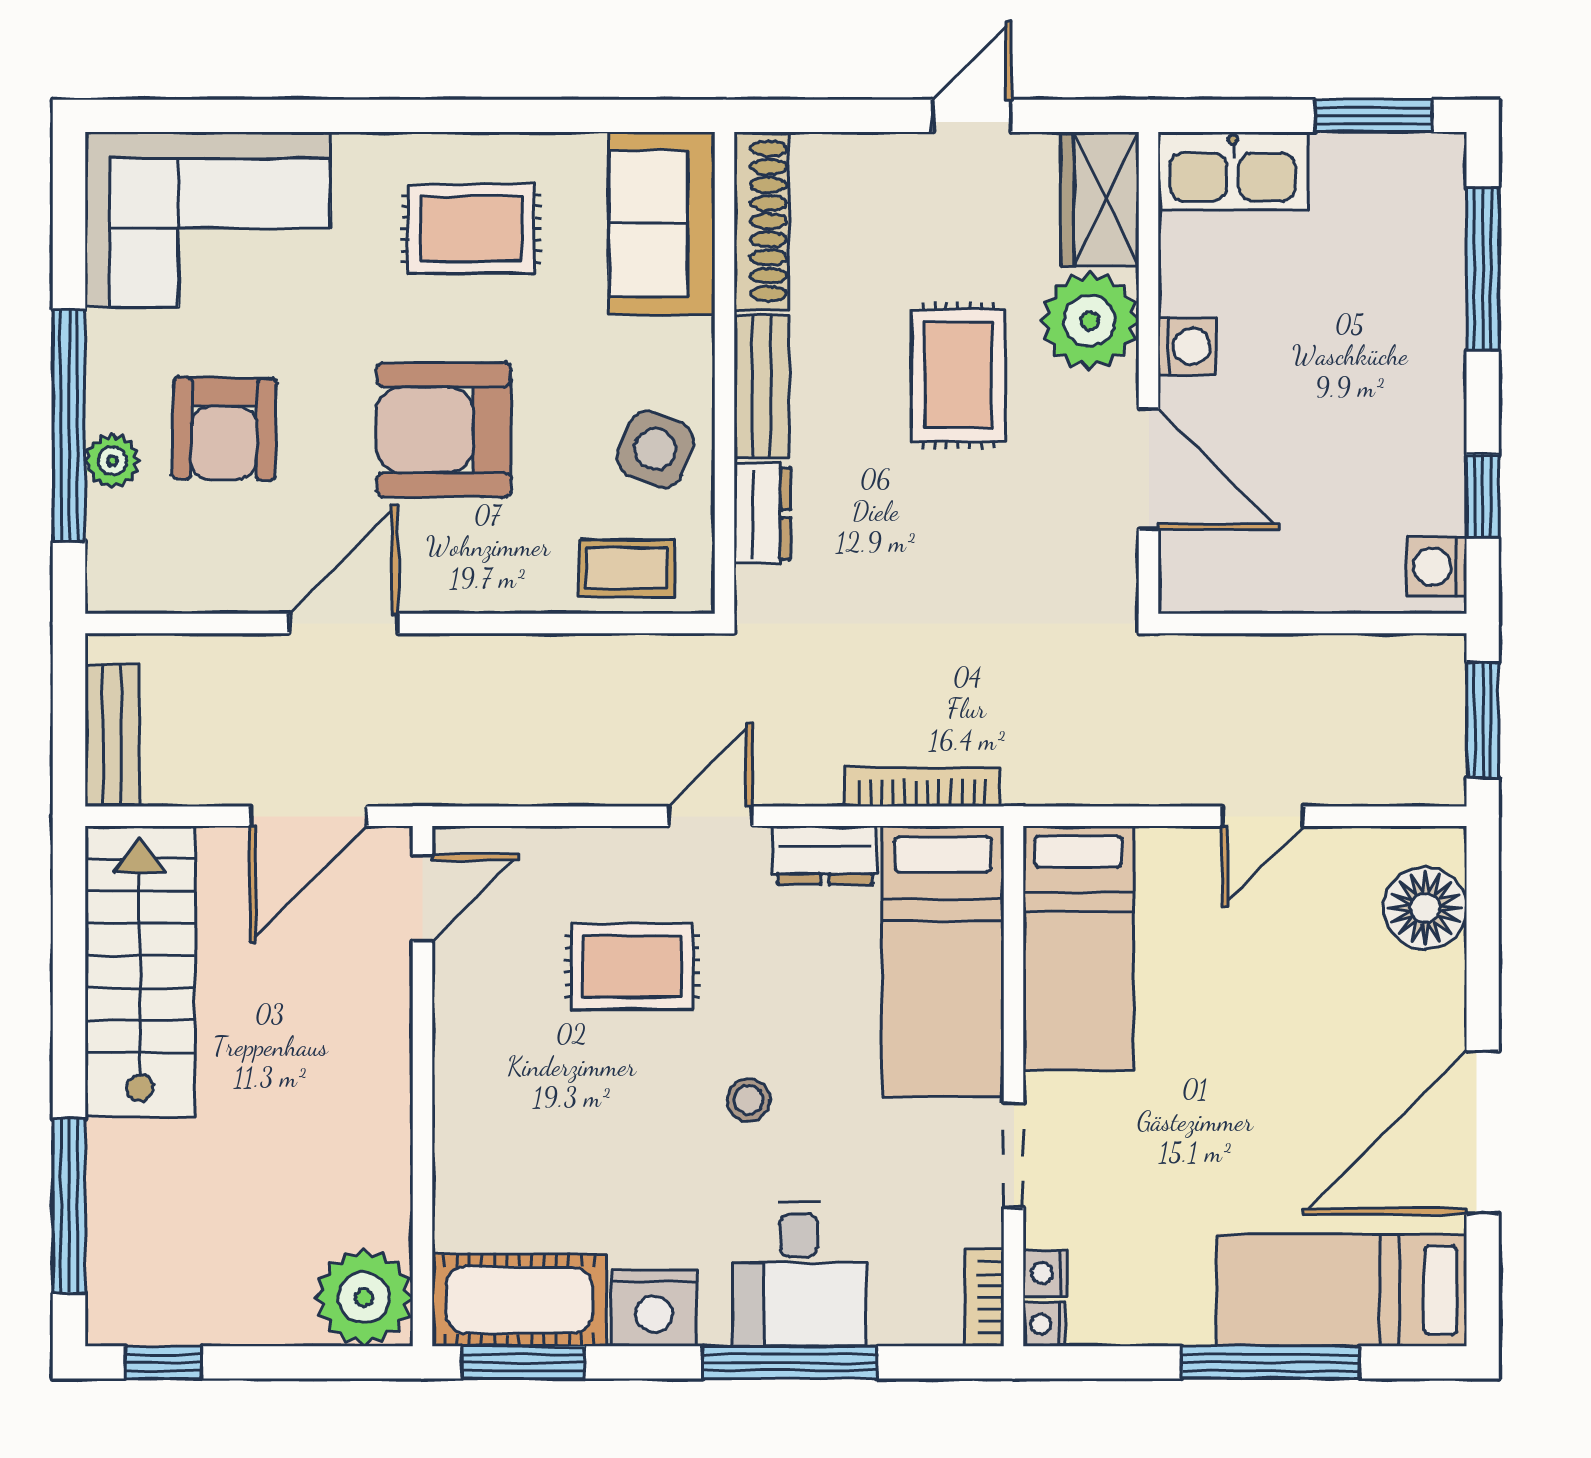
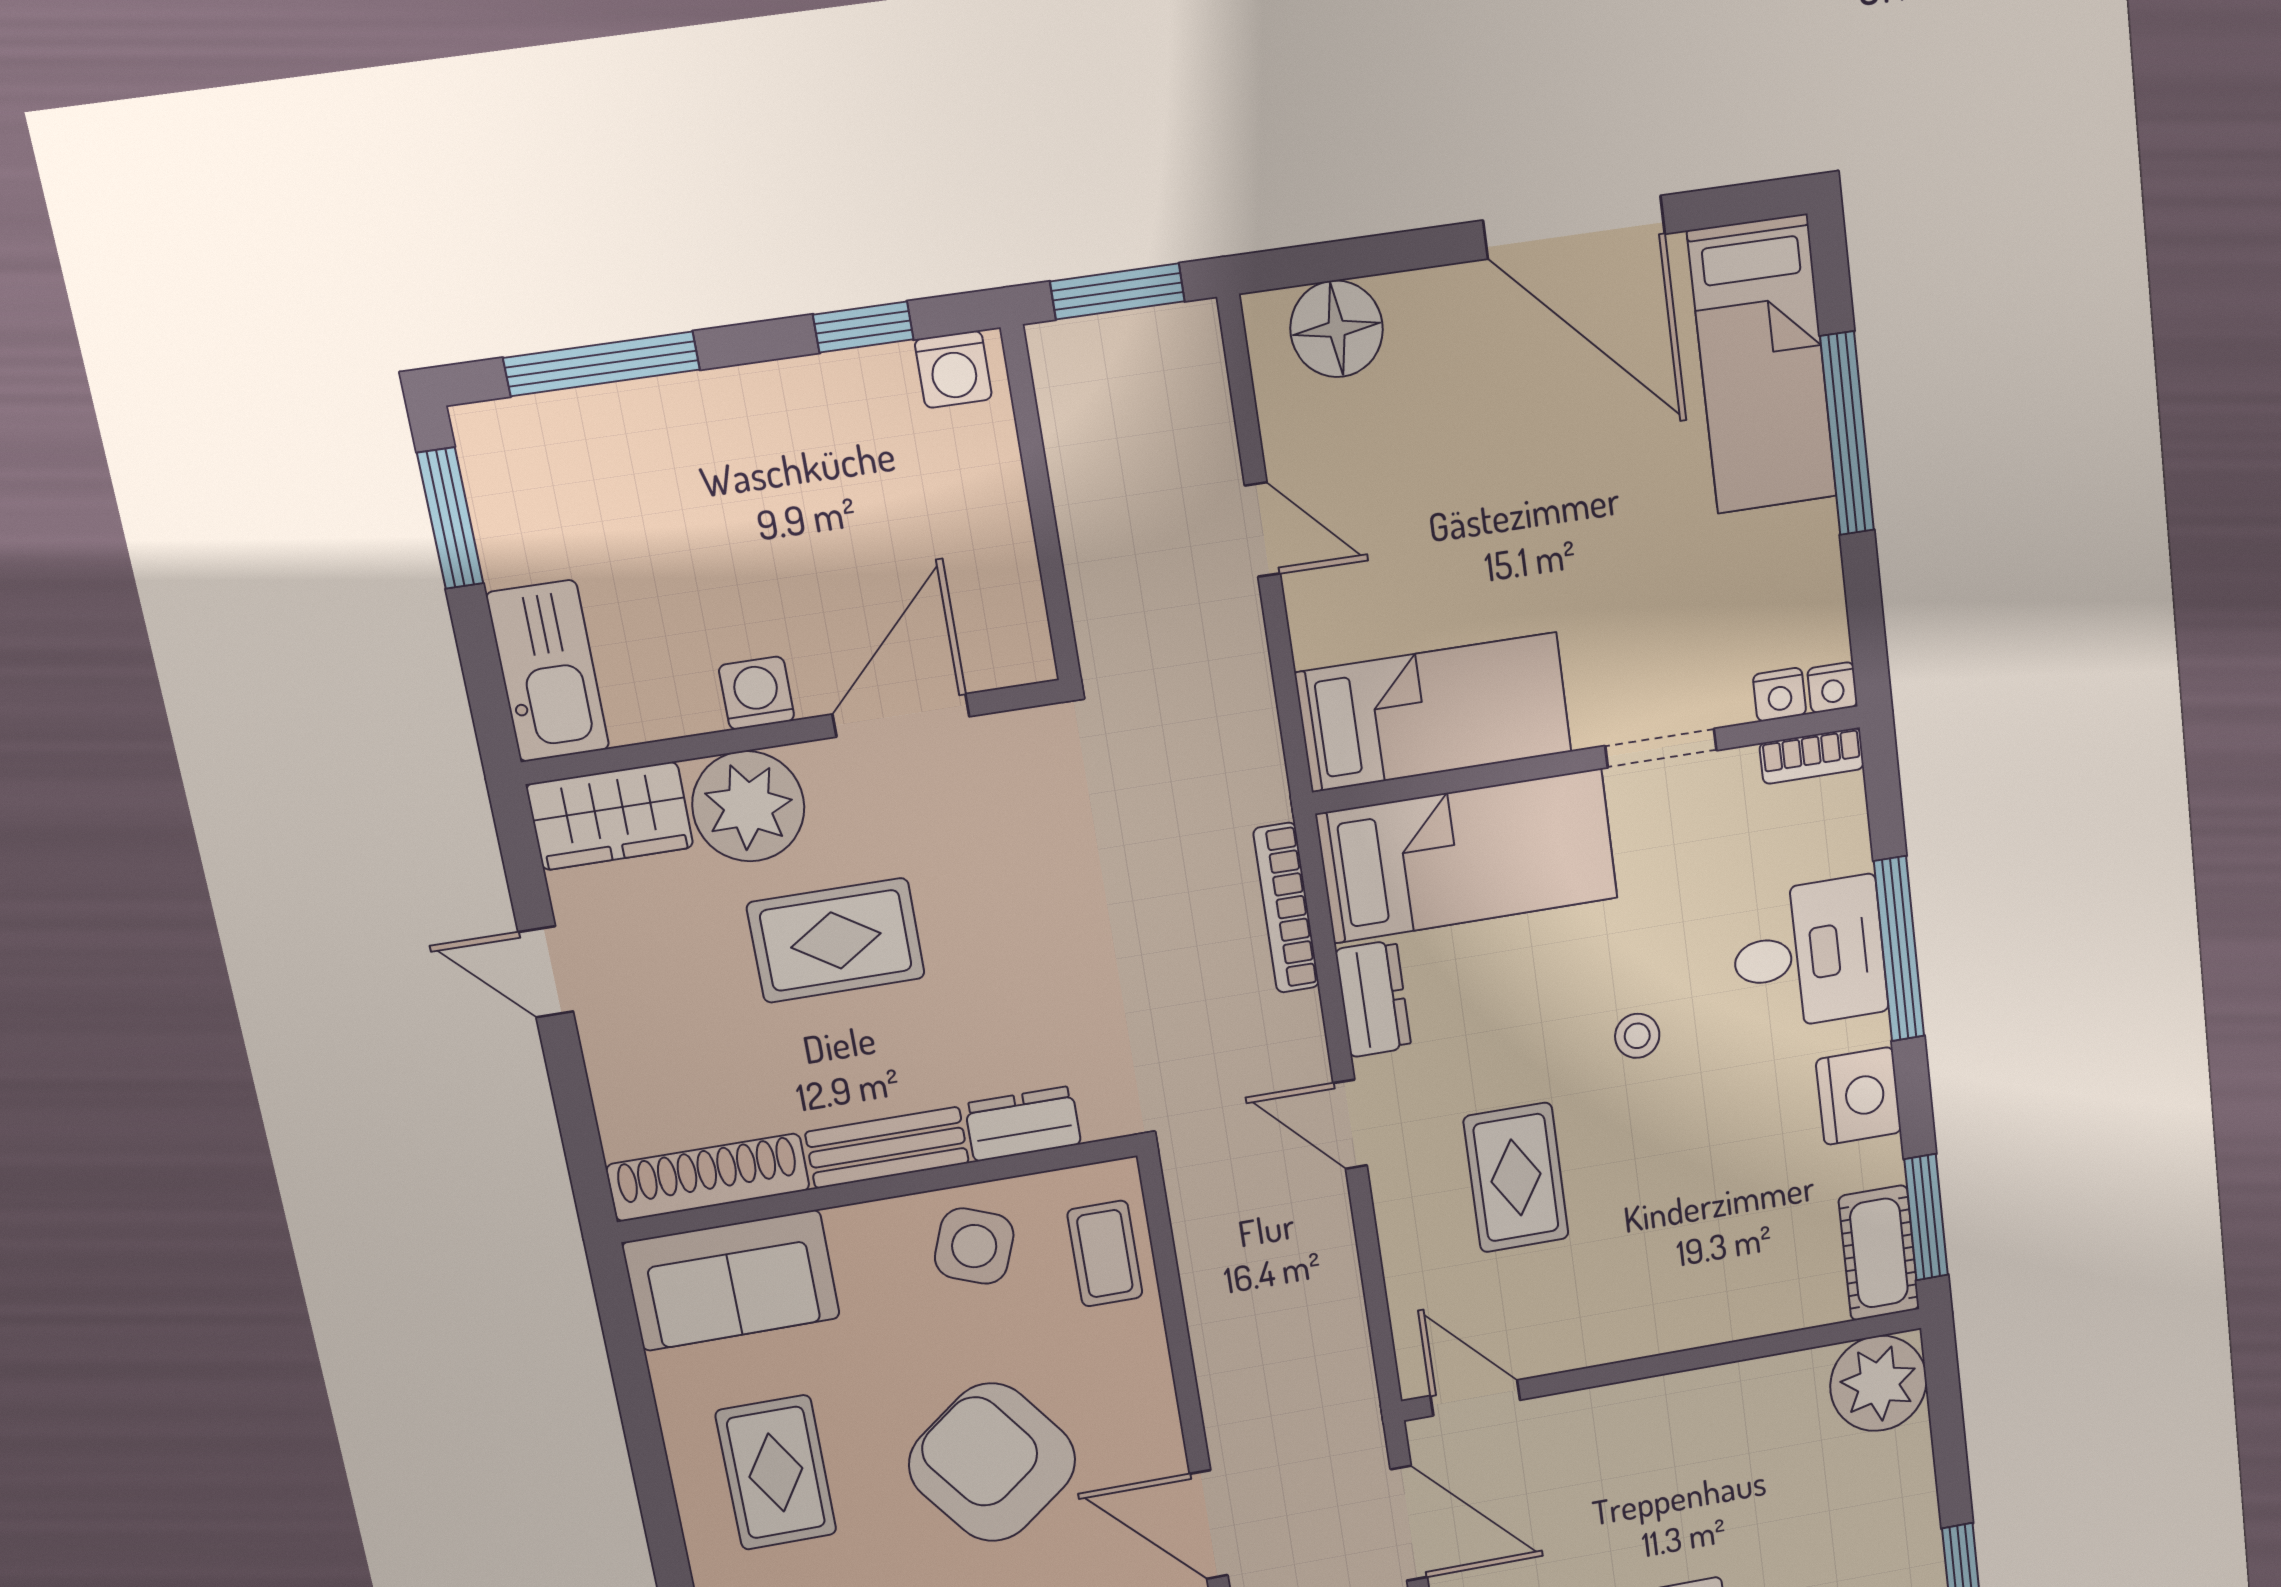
armchair: (444, 430) -> (992, 1462), turned 143
cot: (519, 1300) -> (1879, 1253), width x0.73, depth x0.75

